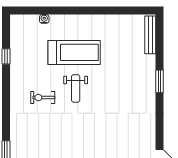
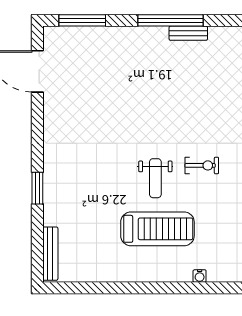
treadmill: (74, 52) -> (157, 229), turned 180
weight bench: (76, 88) -> (155, 178), turned 180

